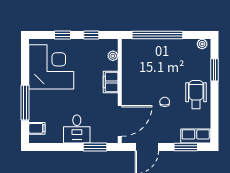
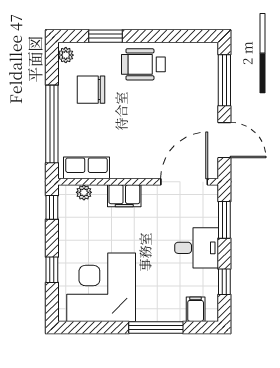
window: (91, 35) -> (52, 207), moved
chair: (165, 102) -> (91, 90), moved, width x1.87, depth x1.87
door: (120, 121) -> (184, 182), hinge flipped
row of seats: (196, 136) -> (86, 168), moved, turned 90
window: (55, 147) -> (224, 282), added
window: (186, 147) -> (224, 80), width x1.44

